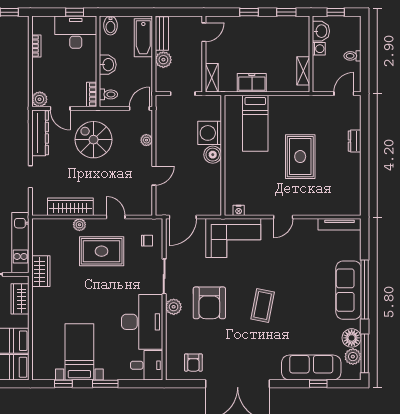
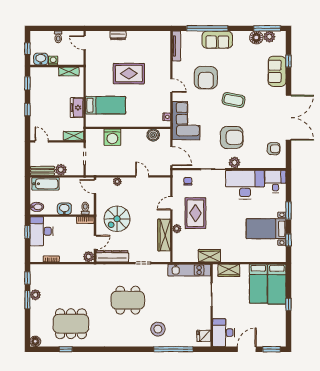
boiler: (213, 155) -> (153, 135), moved
armchair: (294, 266) -> (206, 78), added
sofa: (348, 290) -> (217, 40), width x0.73
window: (365, 290) -> (207, 28), moved
sofa: (311, 368) -> (277, 71), width x0.73

